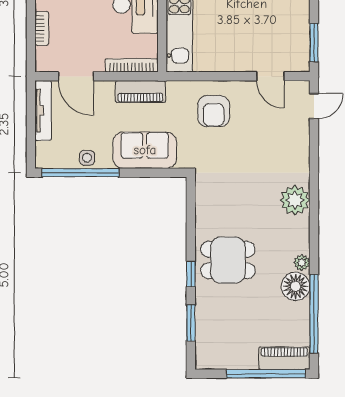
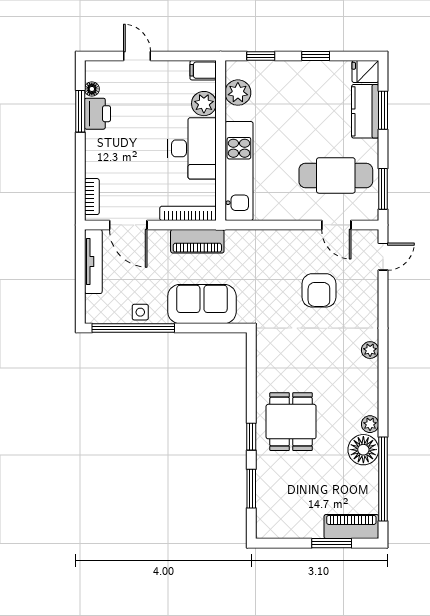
bookcase: (42, 28) -> (92, 197), moved
cafe table: (270, 30) -> (336, 175), added
armchair: (214, 111) -> (319, 290), moved
plant: (295, 200) -> (370, 350), width x0.53, depth x0.53
dining table: (228, 260) -> (291, 422), turned 90
window: (266, 374) -> (332, 543), width x0.47

